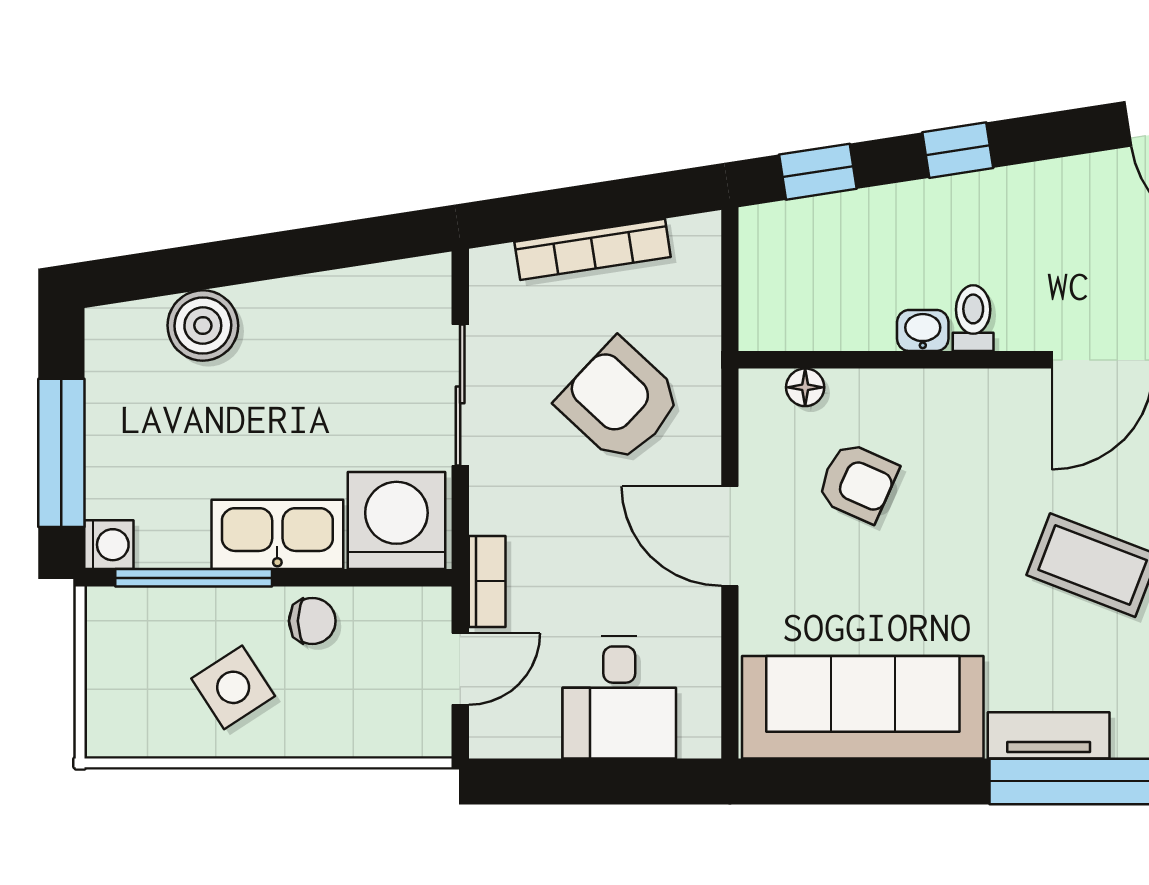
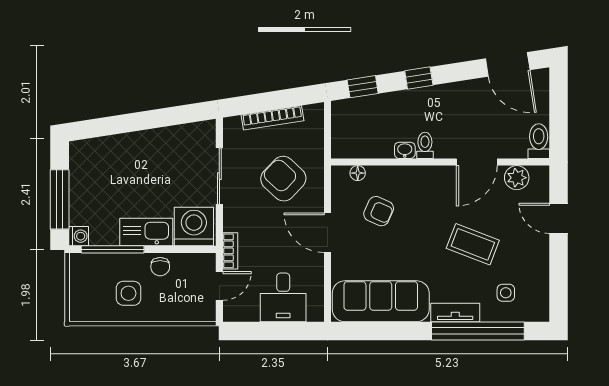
boiler: (203, 325) -> (116, 148), removed
chair: (312, 621) -> (160, 267), turned 90
side table: (233, 687) -> (128, 293), turned 33

